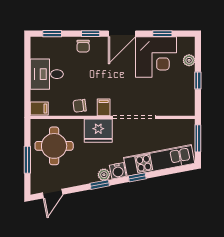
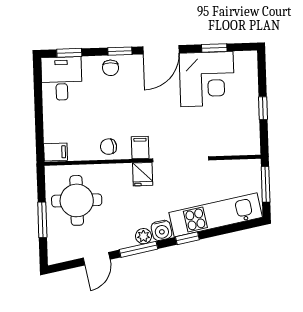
plant: (189, 60) -> (250, 82), removed
desk: (47, 74) -> (62, 79), moved, turned 90
fridge: (98, 131) -> (143, 174), width x0.53, depth x0.75
window: (100, 185) -> (138, 249), width x1.50
door: (53, 194) -> (97, 259), moved

